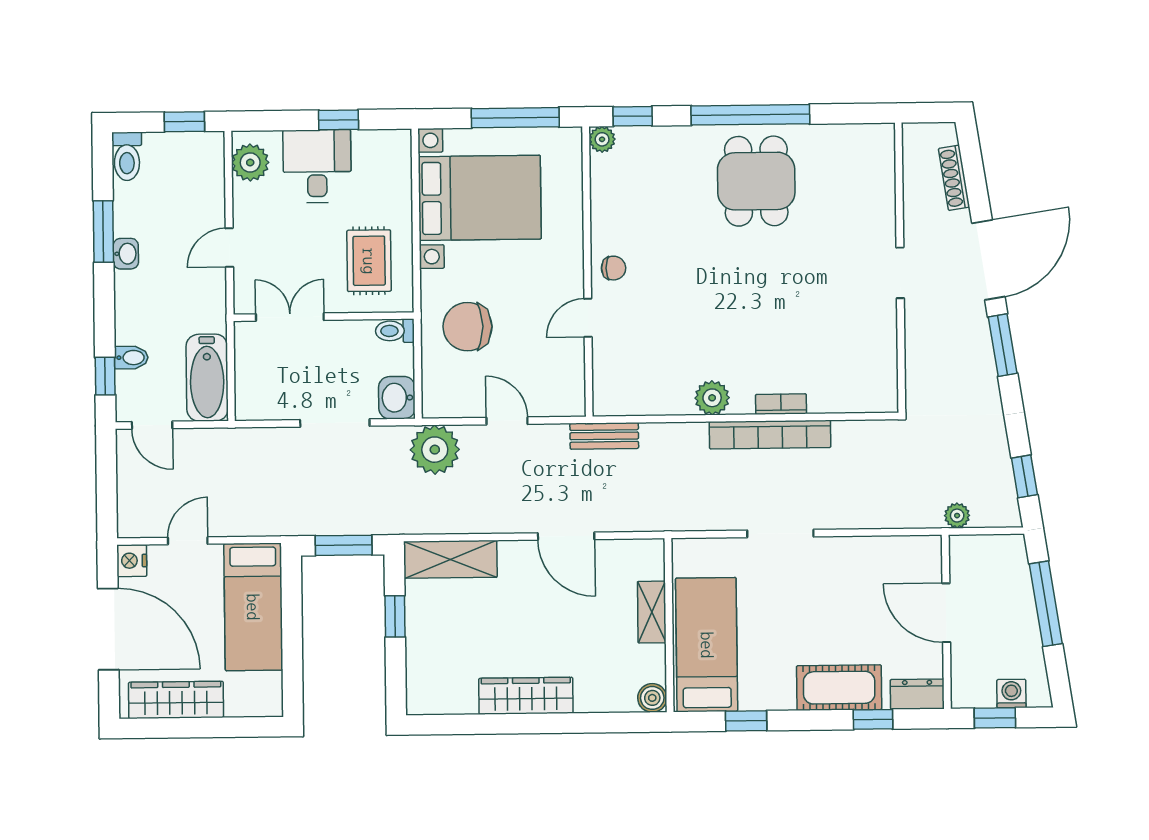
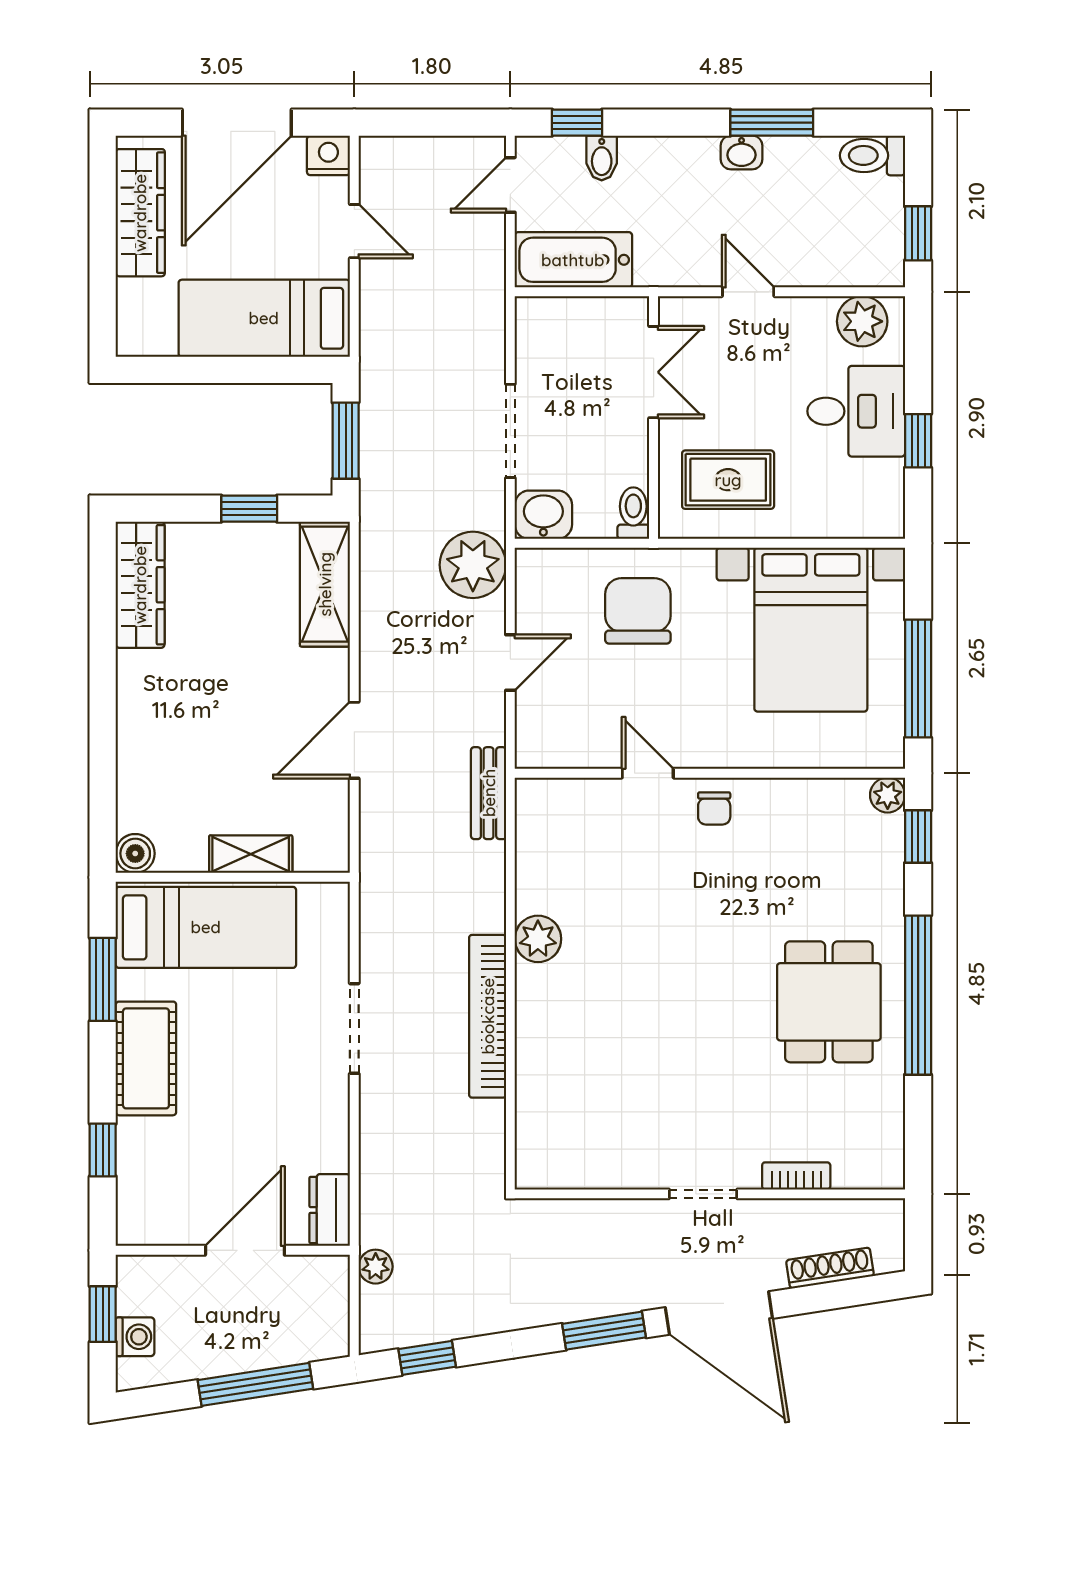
dining table: (756, 181) -> (829, 1002), turned 90
bookcase: (781, 404) -> (796, 1176), moved, turned -90
cot: (839, 688) -> (146, 1058), moved
dresser: (917, 694) -> (330, 1210), moved, turned 180
wardrobe: (526, 696) -> (140, 585), moved
window: (746, 721) -> (103, 979), width x1.50

